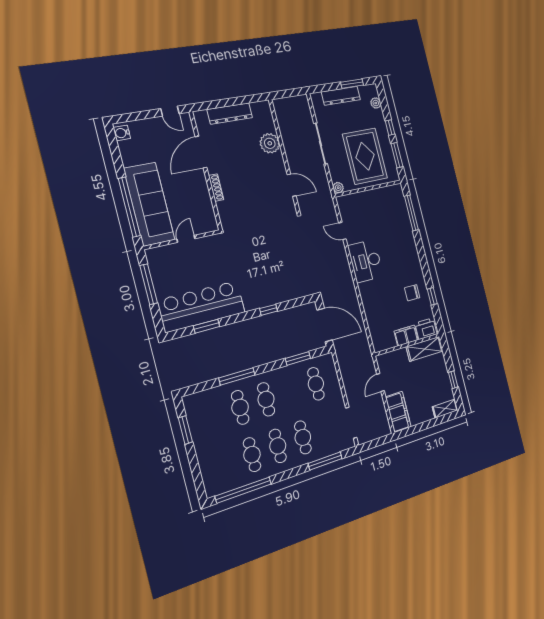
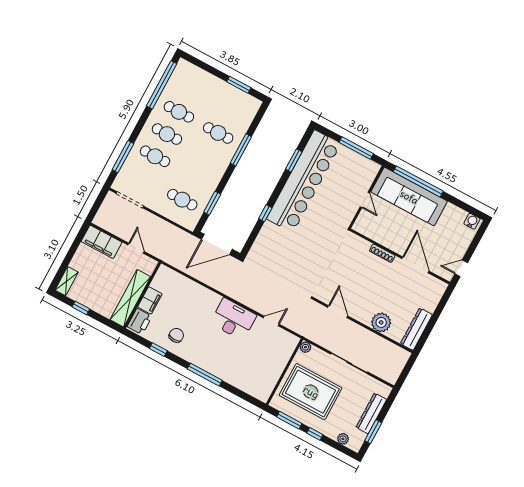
dresser: (230, 113) -> (416, 329), moved
door: (292, 185) -> (338, 312), swing flipped
window: (411, 213) -> (205, 375), moved
bar counter: (202, 306) -> (304, 181), width x1.36
shelving: (425, 349) -> (130, 298), width x1.47
cafe table: (266, 399) -> (206, 155), removed

